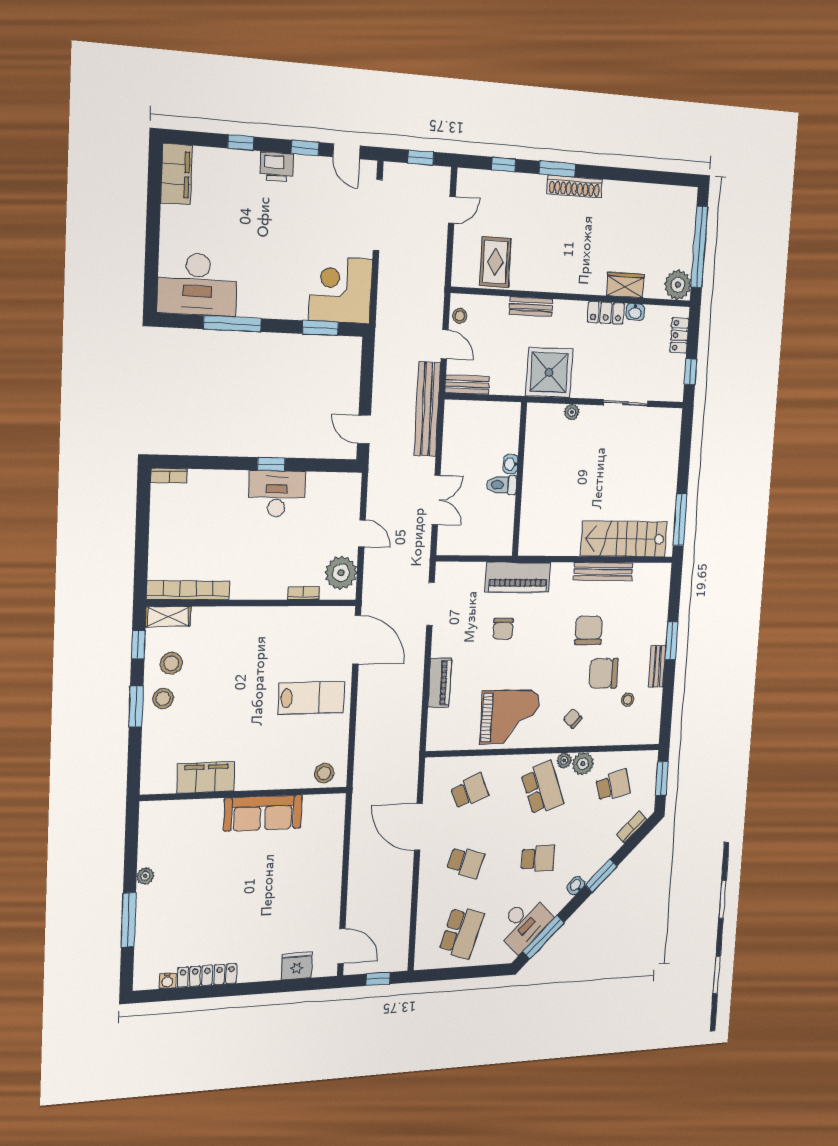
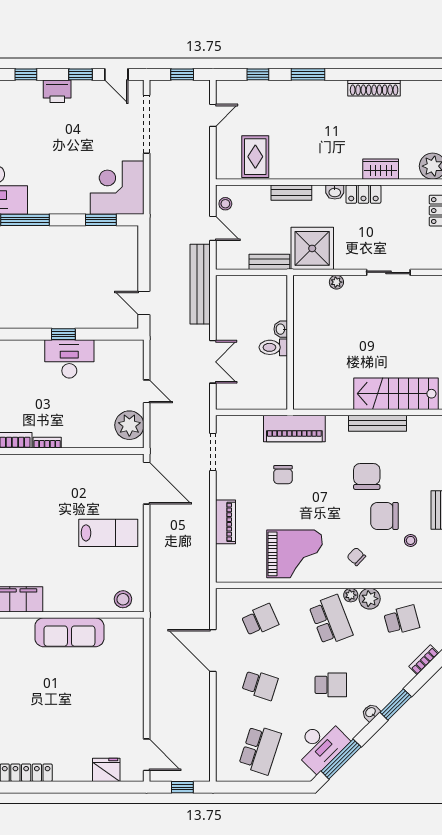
shoe rack: (574, 187) -> (374, 88), moved
washbasin: (635, 312) -> (335, 192), moved
bench: (467, 385) -> (269, 262), moved
bookcase: (304, 593) -> (47, 443), moved

